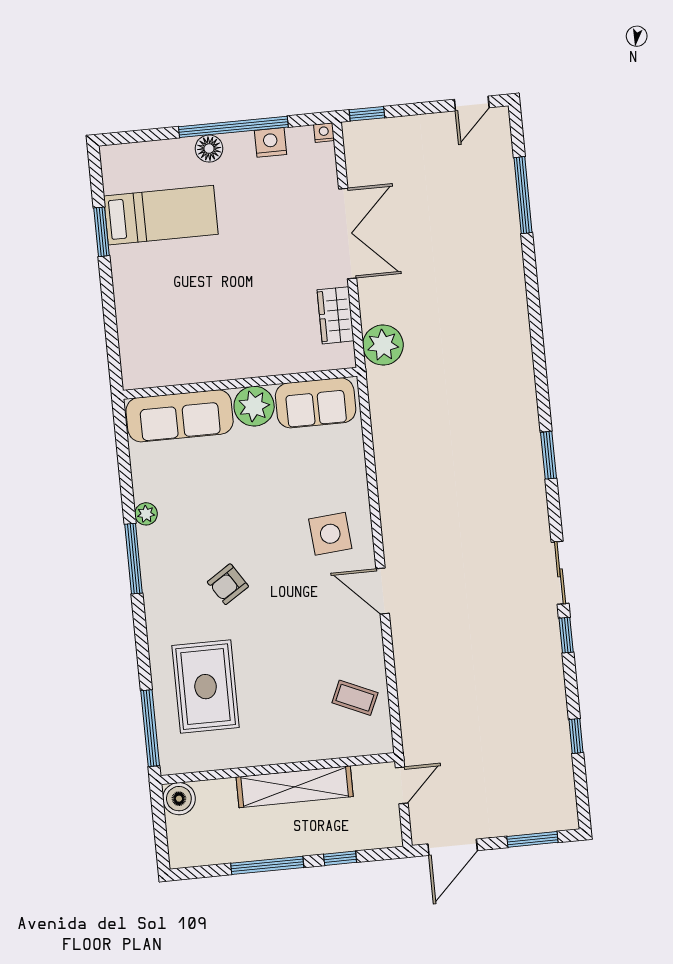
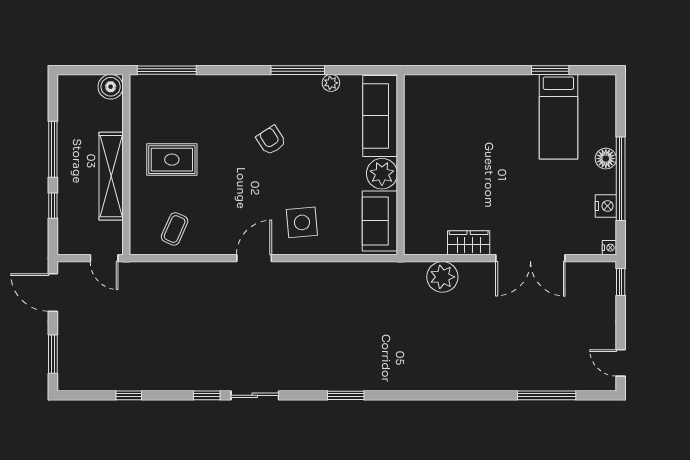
wall: (240, 383) -> (401, 165), moved
sofa: (316, 403) -> (380, 221), moved
plant: (254, 406) -> (382, 174), moved
sofa: (180, 416) -> (380, 116), moved
rug: (206, 687) -> (172, 160), moved, width x0.73, depth x0.70

